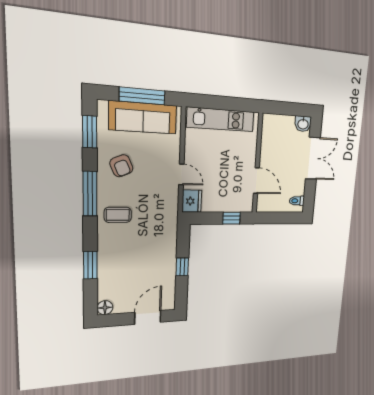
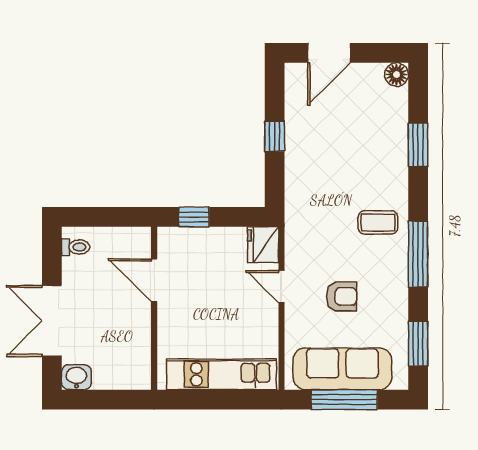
armchair: (121, 166) -> (342, 296), moved, turned 113

